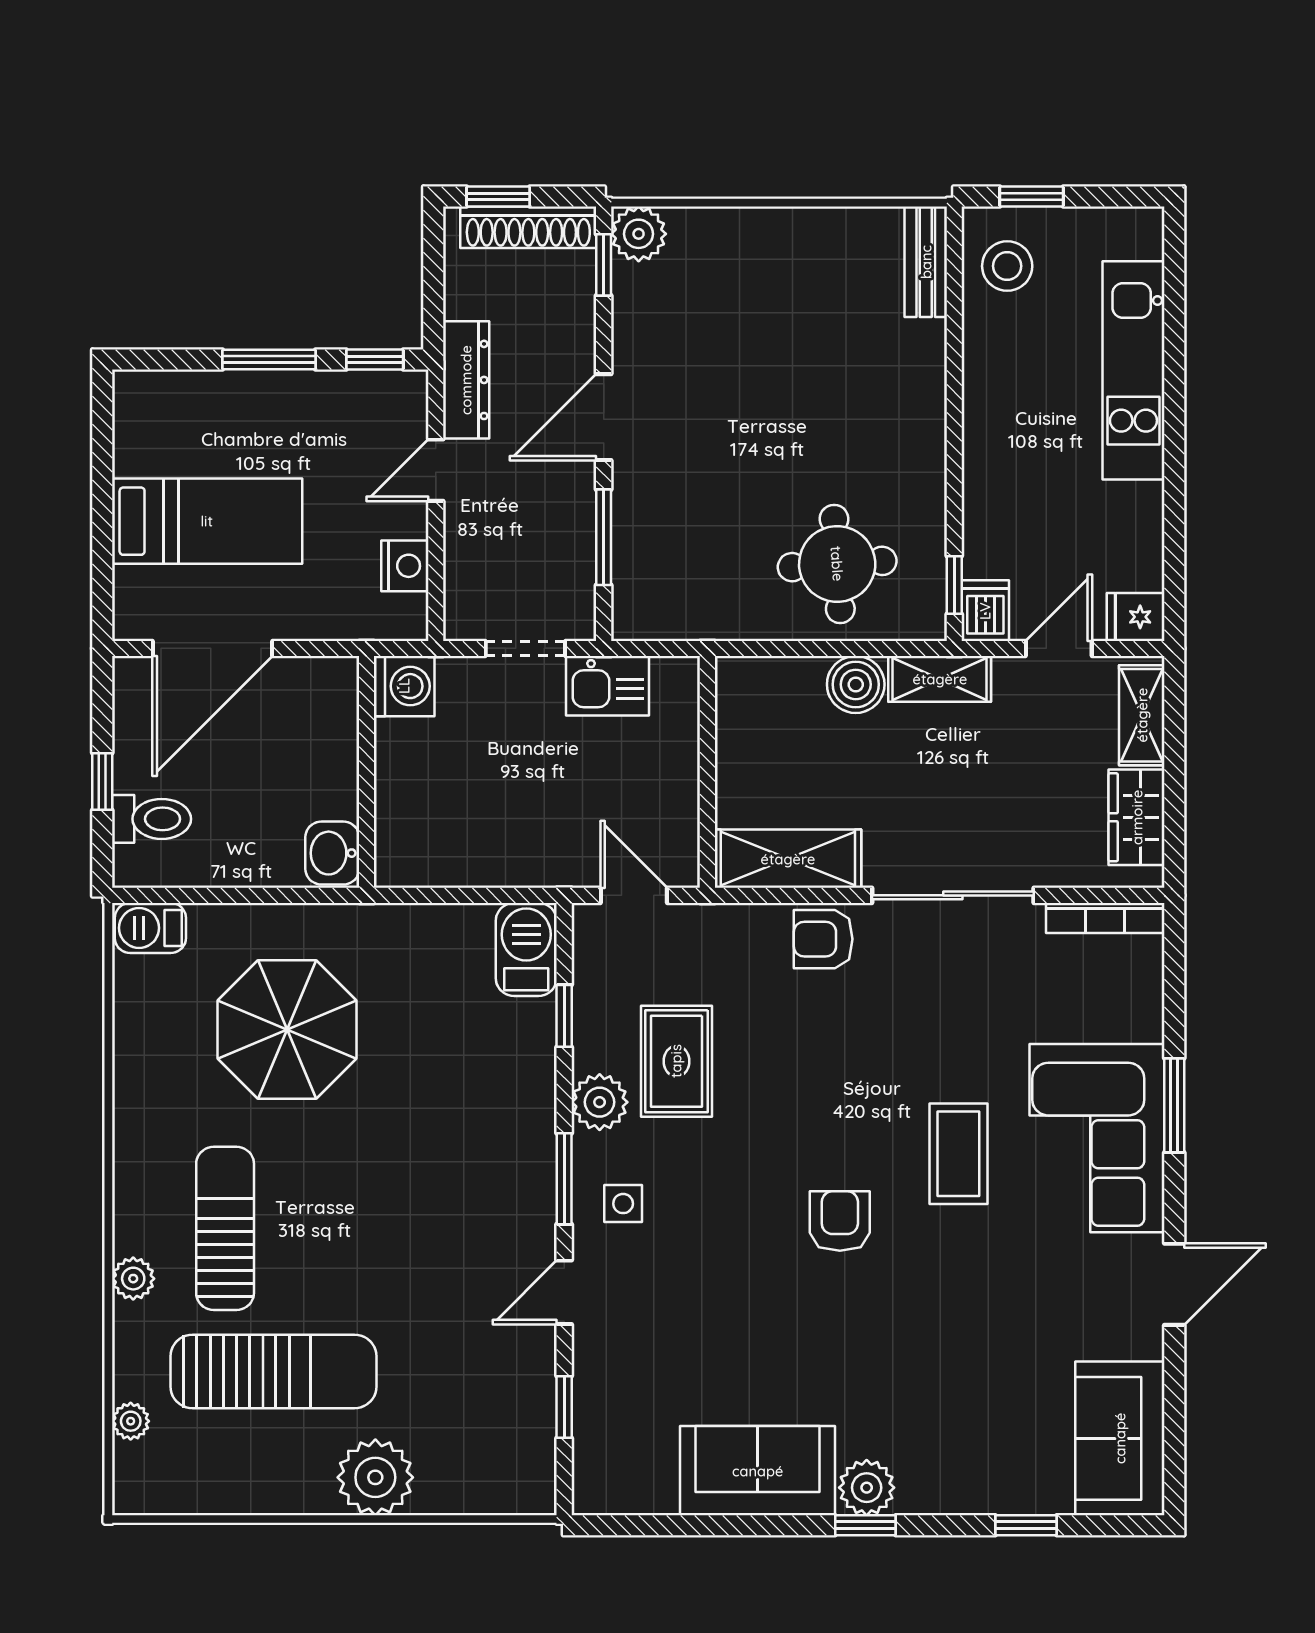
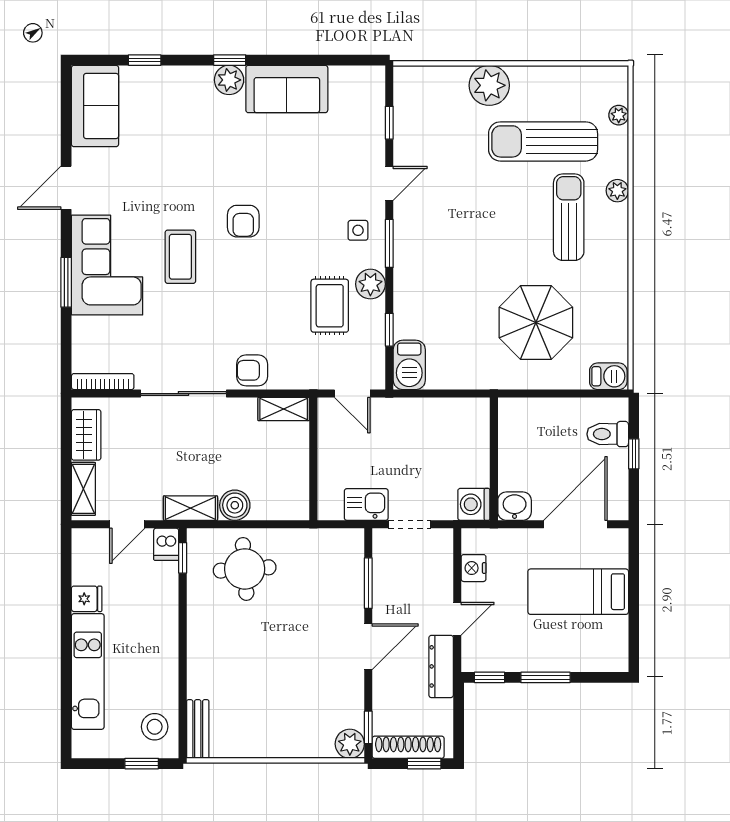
fridge: (1136, 617) -> (87, 599), moved
washbasin: (332, 853) -> (515, 506), moved, turned -90
shelving: (788, 859) -> (284, 409), width x0.67, depth x0.75
armchair: (823, 939) -> (252, 370), turned 180
sun lounger: (225, 1228) -> (569, 217), turned 180

